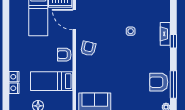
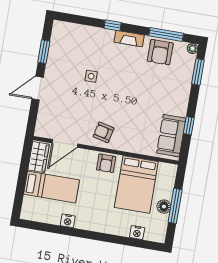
fireplace: (165, 34) -> (129, 39), moved
nightstand: (14, 77) -> (68, 221), moved
bed: (52, 81) -> (136, 185), width x1.50

